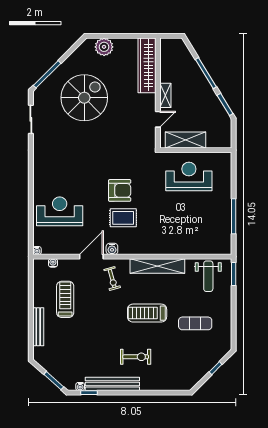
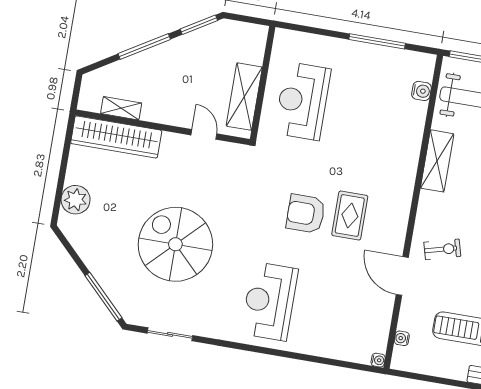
shelving: (165, 95) -> (121, 108), moved
spiral stairs: (84, 98) -> (175, 244), moved
armchair: (120, 190) -> (306, 214), turned -90
reception desk: (60, 211) -> (269, 301), moved
water cooler: (112, 249) -> (421, 91), moved
shelving: (157, 266) -> (437, 161), width x0.68

